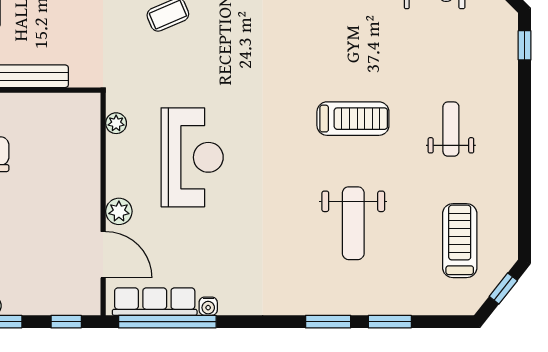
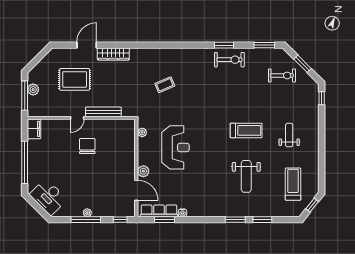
window: (167, 322) -> (165, 220), width x0.47

